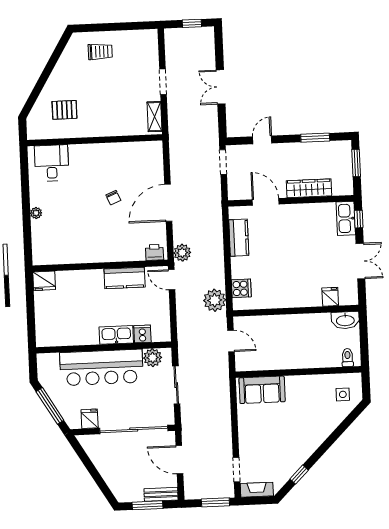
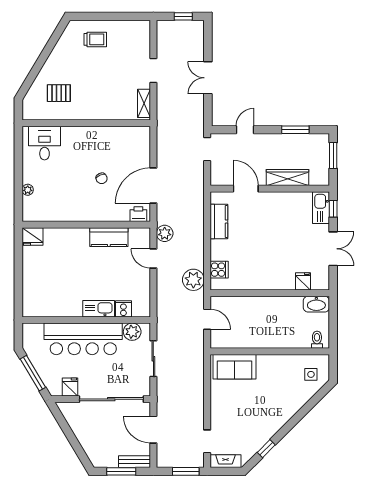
printer: (155, 252) -> (138, 214), moved
wall: (100, 266) -> (86, 225), moved
kitchen counter: (125, 278) -> (109, 237), moved
fridge: (44, 281) -> (32, 236), moved

